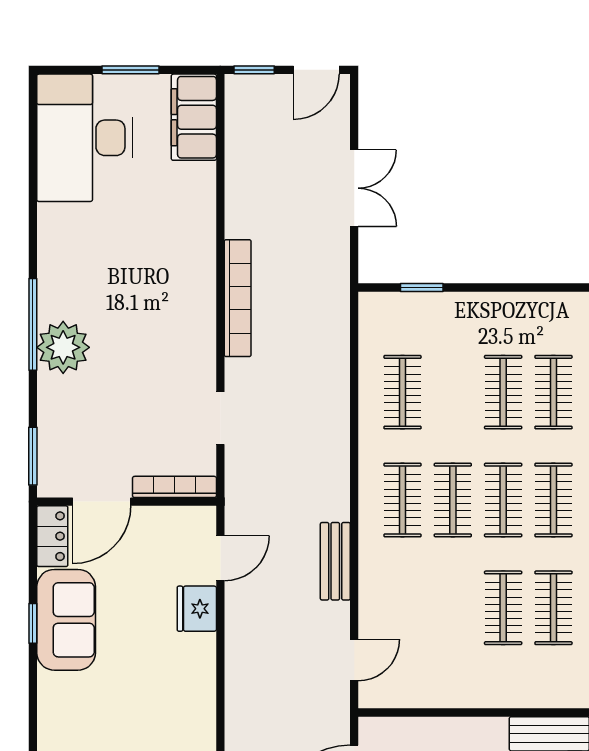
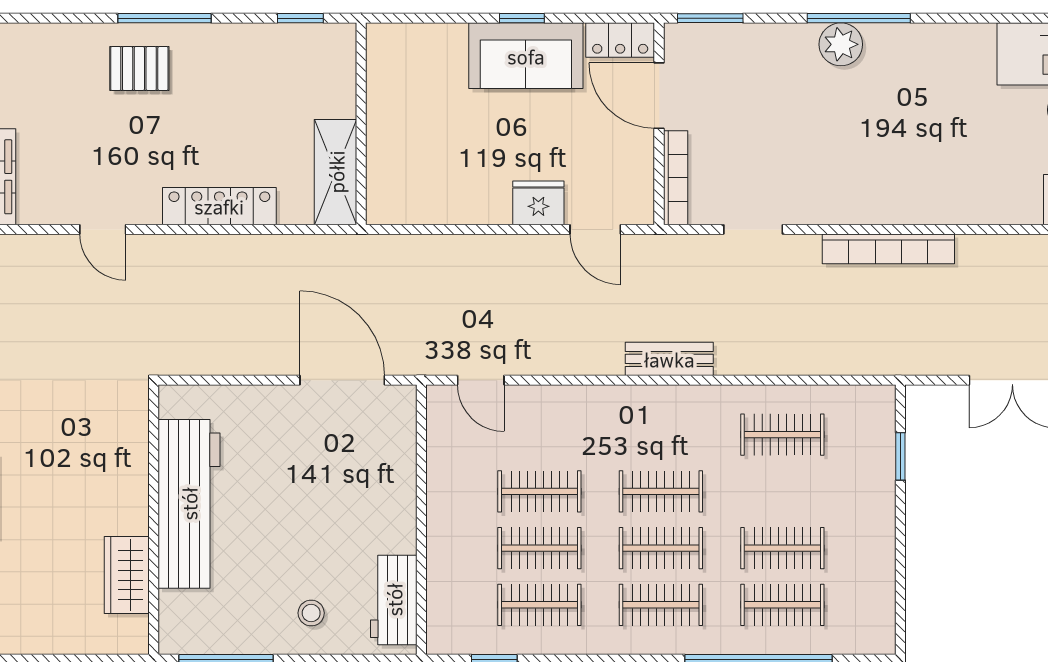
plant: (63, 347) -> (841, 44), width x0.73, depth x0.73
clothes rail: (402, 500) -> (539, 491), moved
bench: (335, 561) -> (669, 359), moved

